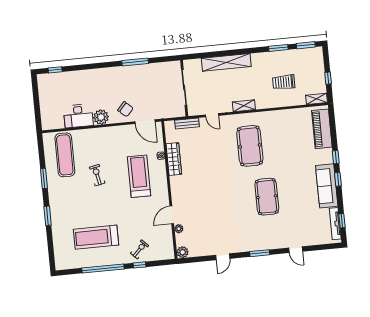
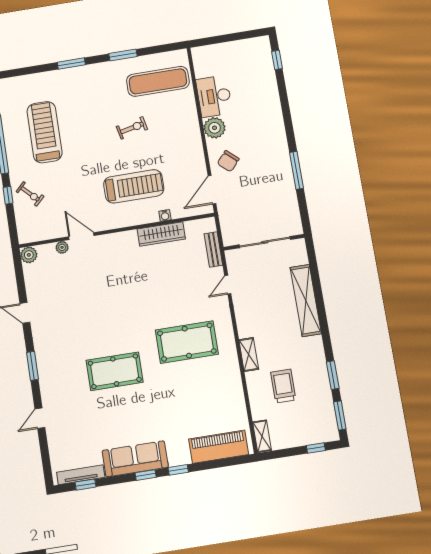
window: (328, 78) -> (316, 448), moved
shelving: (244, 106) -> (249, 354), moved

